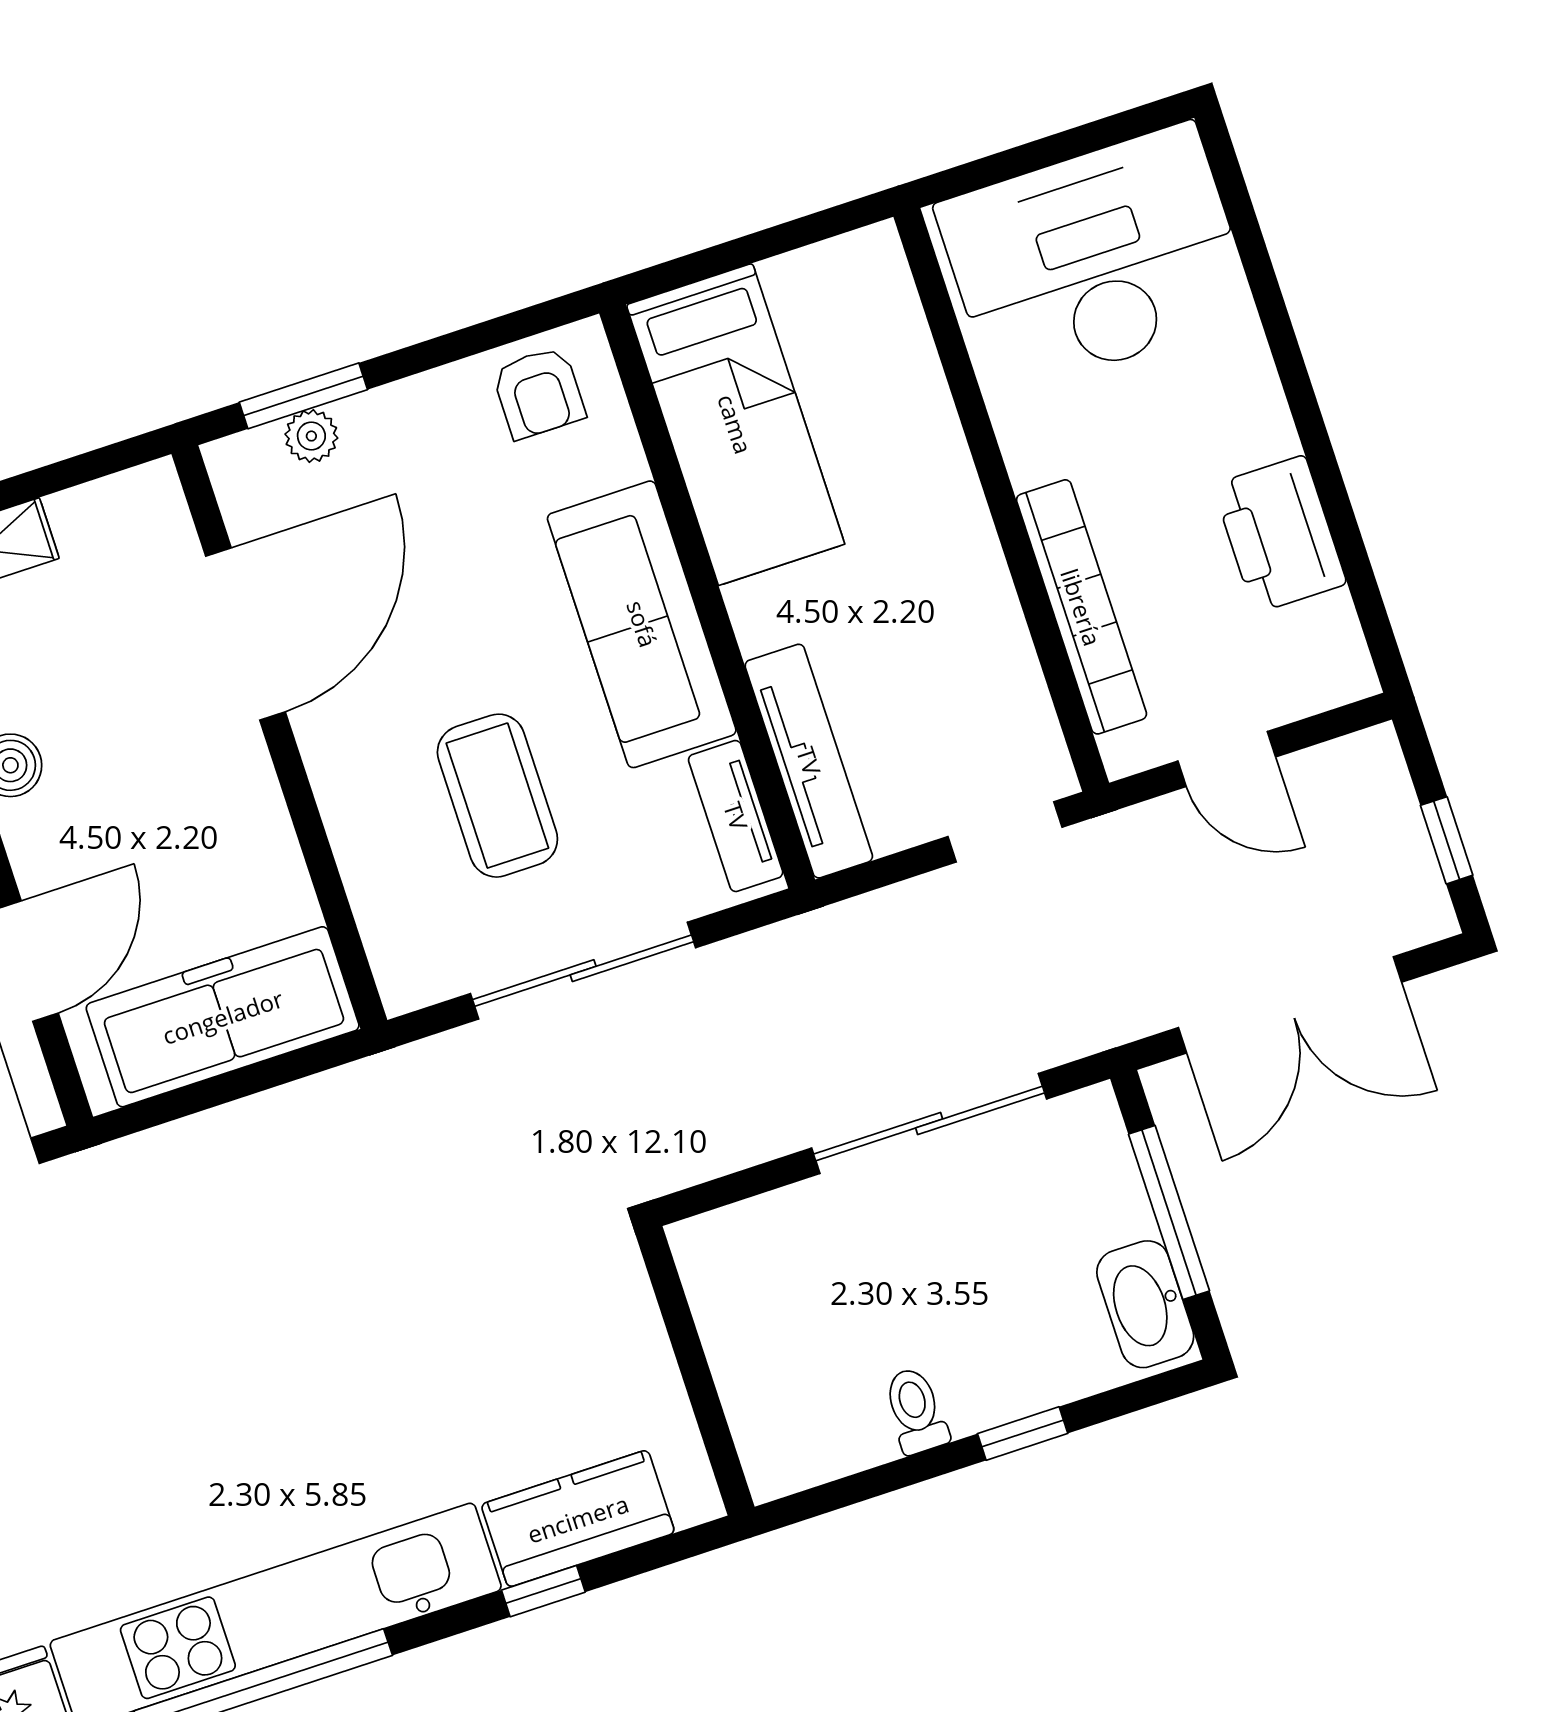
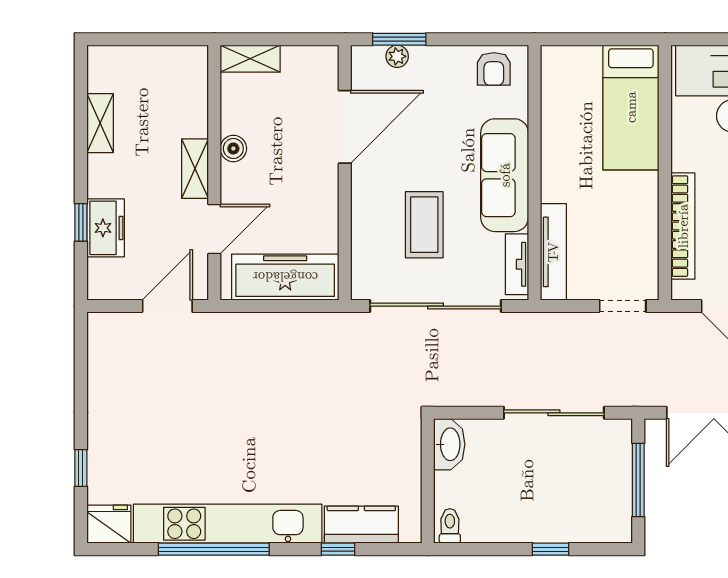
bed: (735, 424) -> (631, 107), moved
sliding door: (583, 971) -> (436, 306), width x1.36
washbasin: (1145, 1304) -> (449, 444), moved, turned 180
toilet: (916, 1411) -> (450, 526), moved

